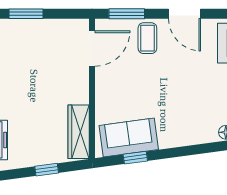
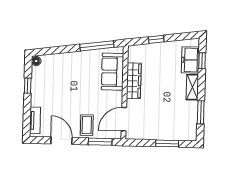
wardrobe: (79, 132) -> (134, 81), moved
sofa: (129, 137) -> (113, 72), moved, turned 98
window: (135, 158) -> (97, 46), width x2.17

